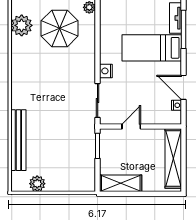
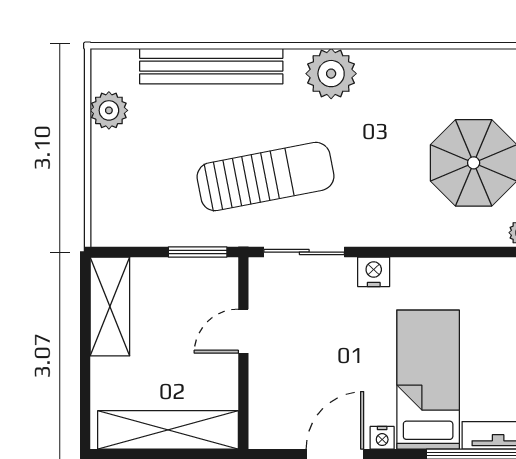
plant: (22, 25) -> (331, 74), moved
nightstand: (177, 105) -> (382, 438), moved
sun lounger: (65, 117) -> (266, 177), added
door: (131, 126) -> (243, 331), swing flipped

